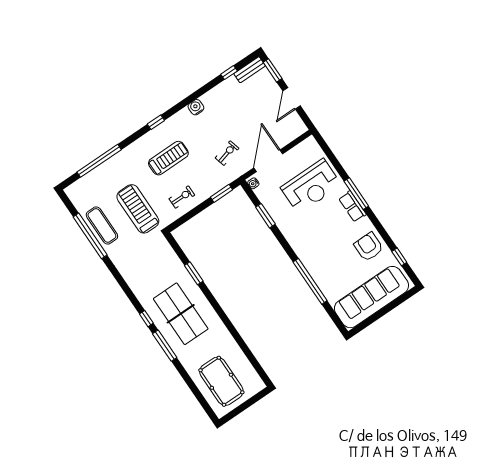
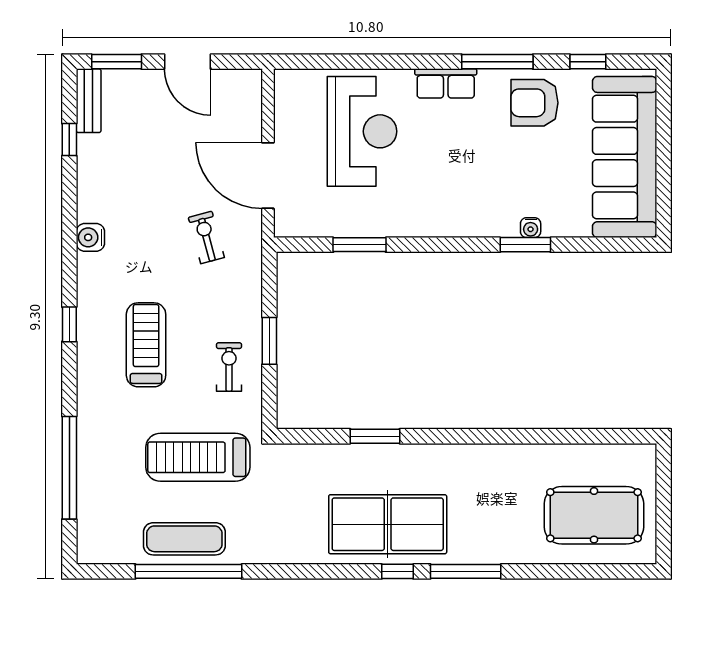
water cooler: (253, 183) -> (531, 228), moved
window: (222, 193) -> (269, 341), moved
window: (356, 194) -> (497, 62), moved
window: (310, 281) -> (525, 245), width x0.47
table tennis table: (181, 314) -> (388, 524), moved

